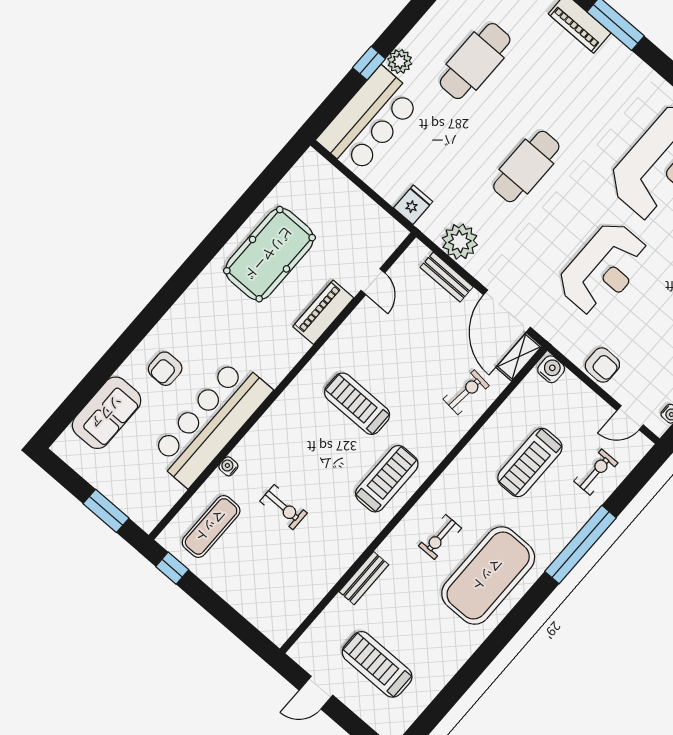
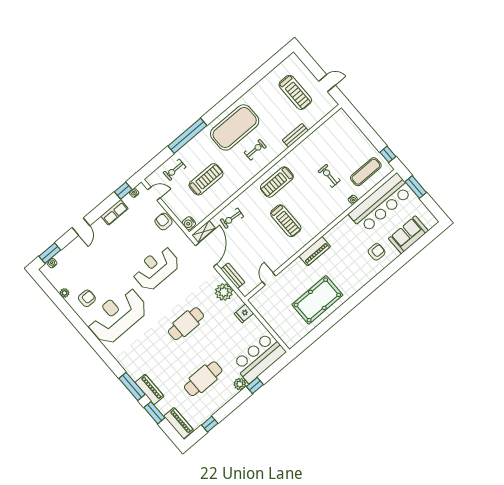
piano: (323, 312) -> (315, 251), moved
bar counter: (211, 422) -> (381, 203), moved

